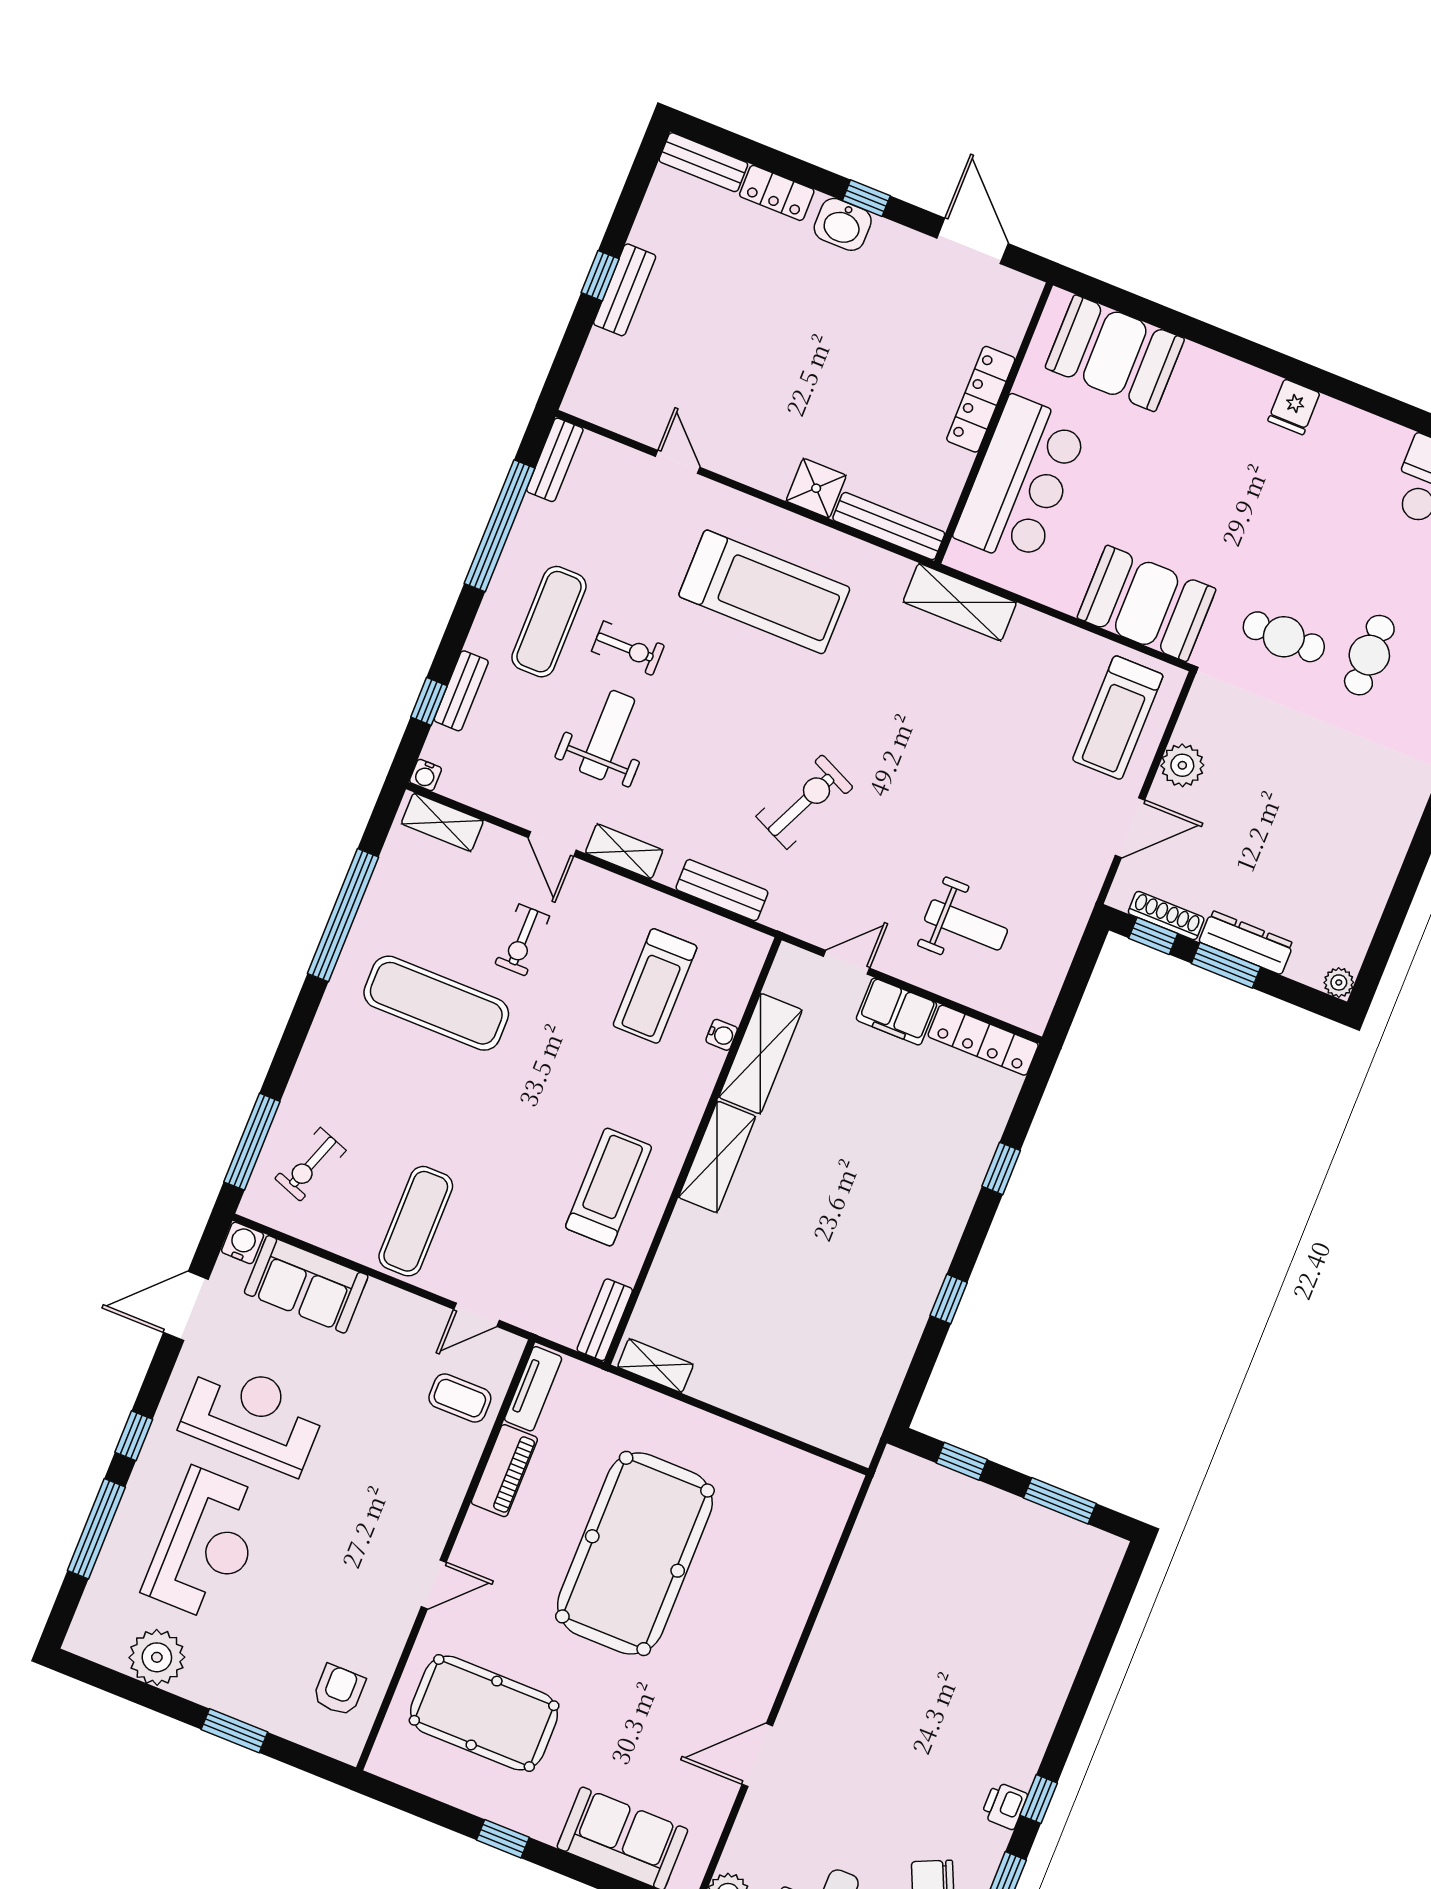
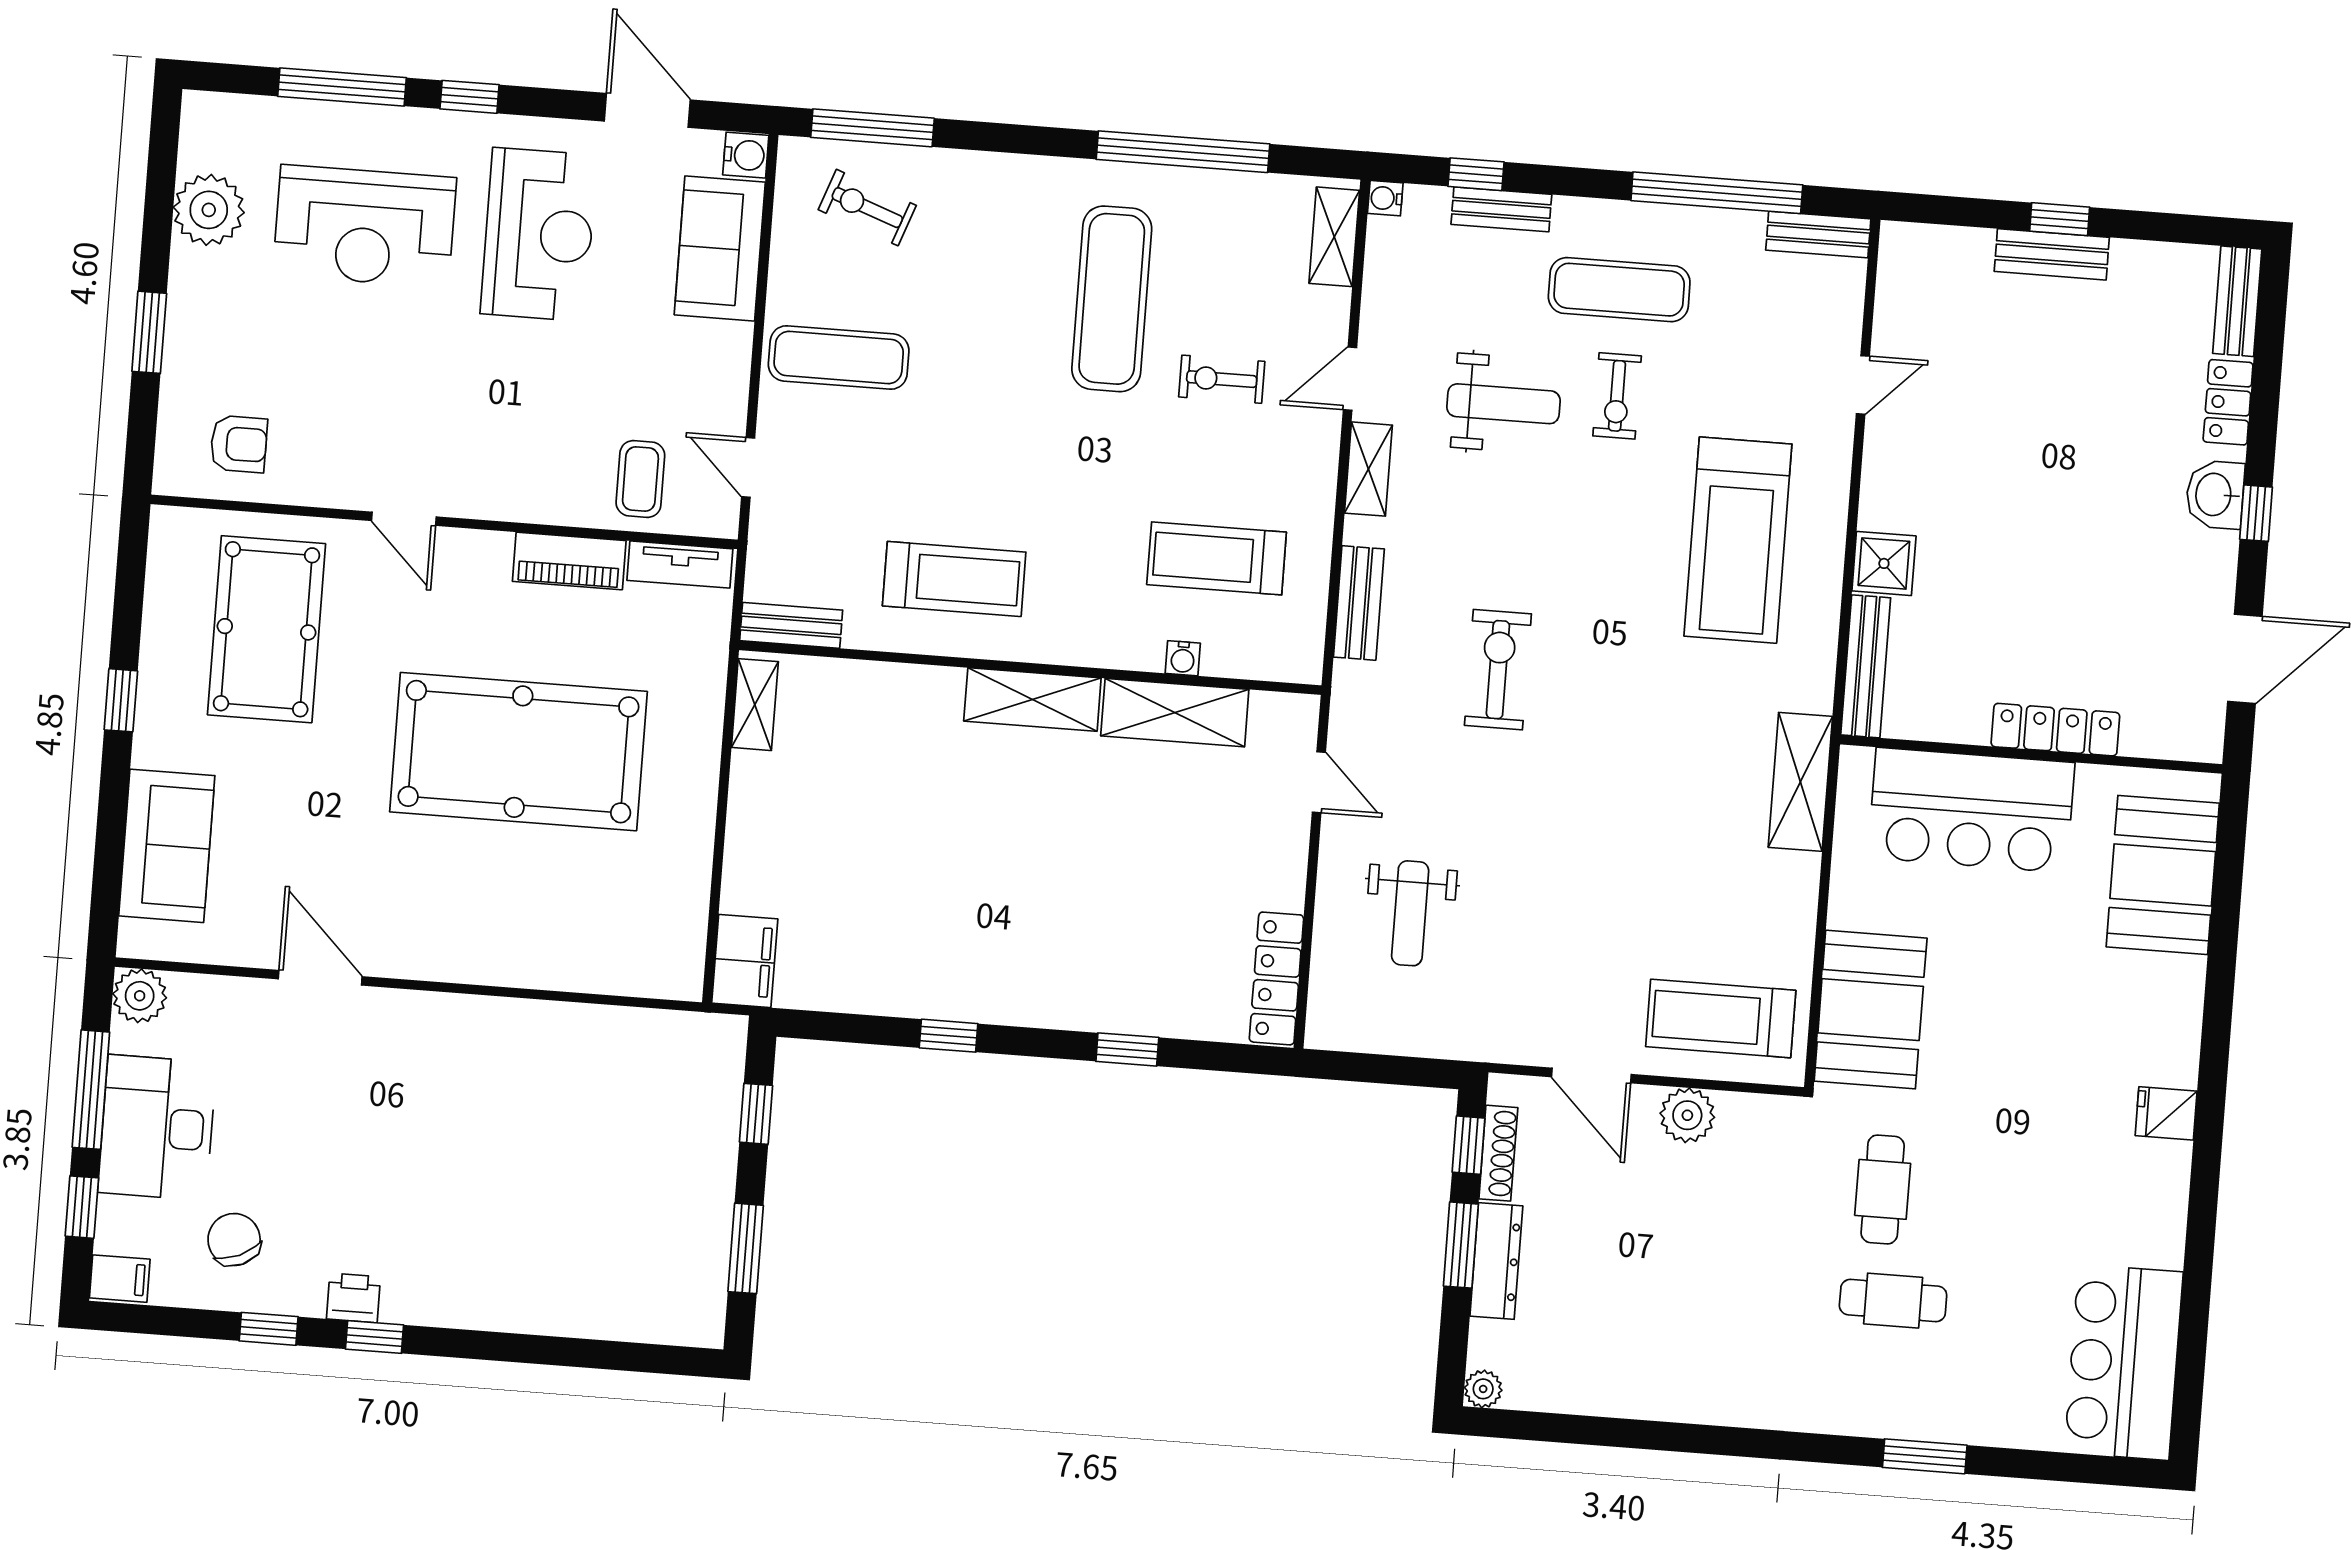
exercise bike: (805, 802) -> (1498, 670), turned -115
filing cabinet: (896, 1011) -> (745, 961), moved, turned 180

